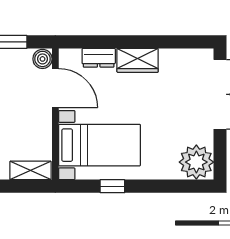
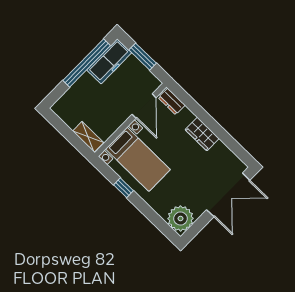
dresser: (99, 58) -> (172, 101), moved
boiler: (42, 59) -> (152, 84), removed

